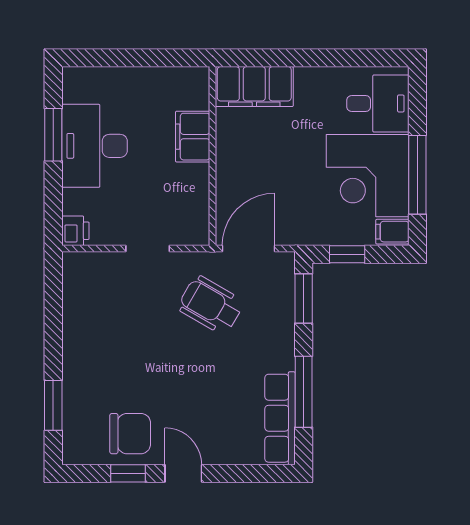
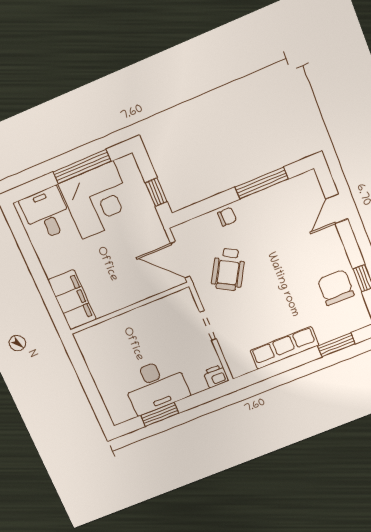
filing cabinet: (193, 137) -> (122, 326), removed
filing cabinet: (392, 232) -> (128, 168), removed
window: (304, 299) -> (198, 209), removed
chair: (279, 331) -> (227, 217), added
row of seats: (280, 418) -> (284, 348), moved, turned 180
door: (183, 473) -> (337, 209), moved

